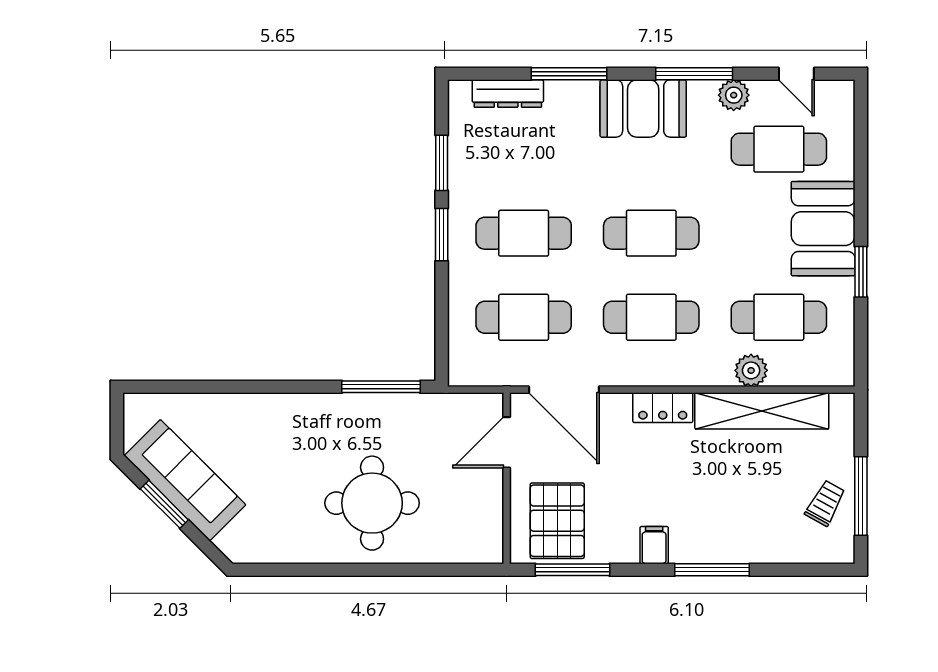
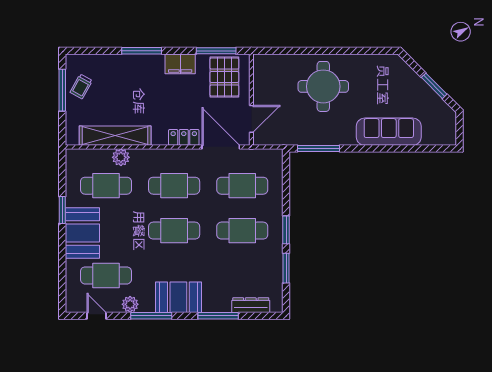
locker: (663, 408) -> (184, 137), moved
sofa: (185, 480) -> (389, 132), moved, turned 135
filing cabinet: (654, 545) -> (180, 64), width x2.00

